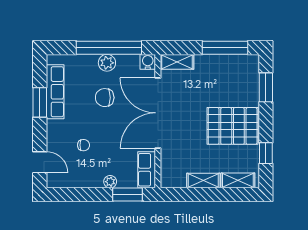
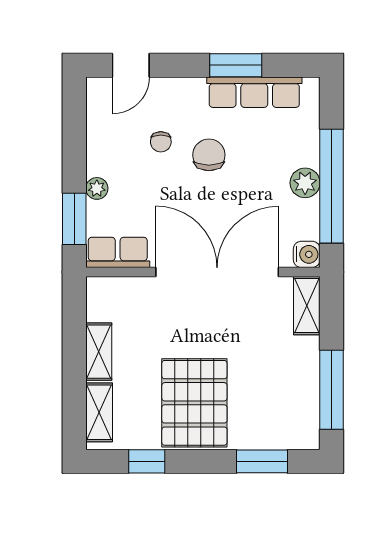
chair: (105, 98) -> (209, 155), moved

